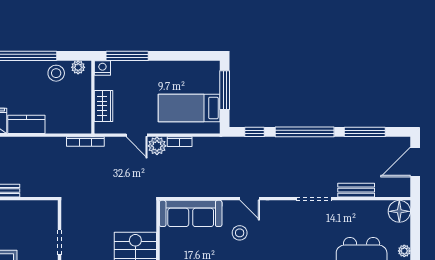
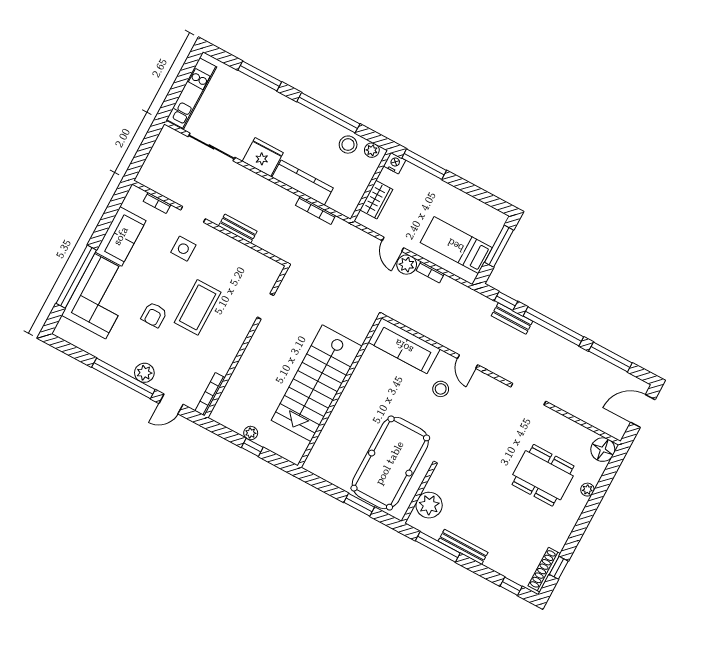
kitchen counter: (26, 124) -> (303, 183), width x1.50
bookcase: (85, 142) -> (315, 210), moved
bench: (356, 190) -> (512, 319), moved

